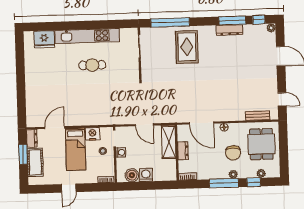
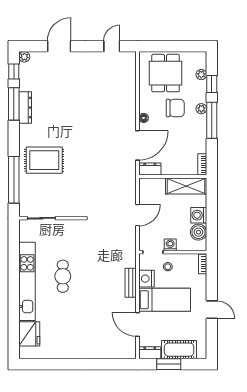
bench: (258, 116) -> (131, 283), moved
shelving: (169, 142) -> (186, 186), moved
dining table: (261, 144) -> (166, 73), turned 90
dresser: (183, 151) -> (150, 169), moved

